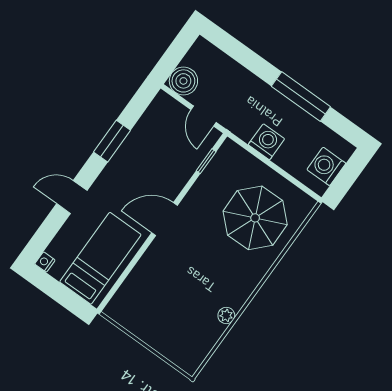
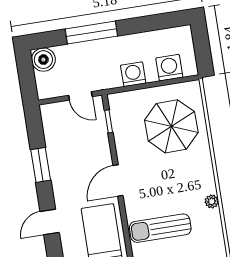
boiler: (183, 81) -> (43, 60), moved
window: (301, 97) -> (91, 32), moved
washing machine: (326, 166) -> (169, 68), moved, turned 90
sun lounger: (160, 295) -> (160, 228), added

